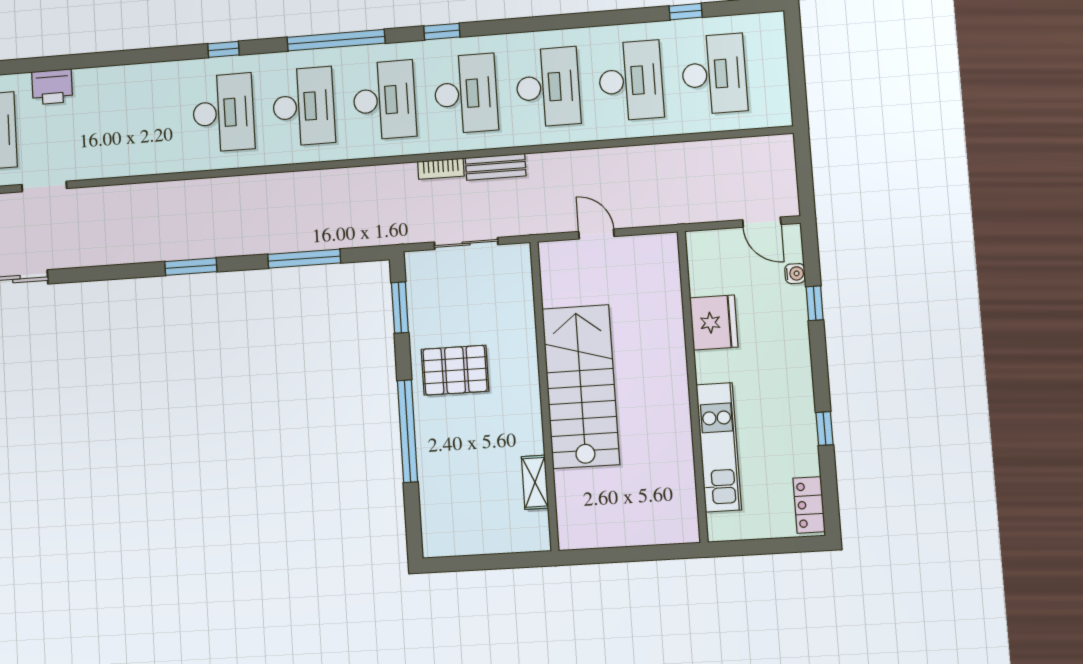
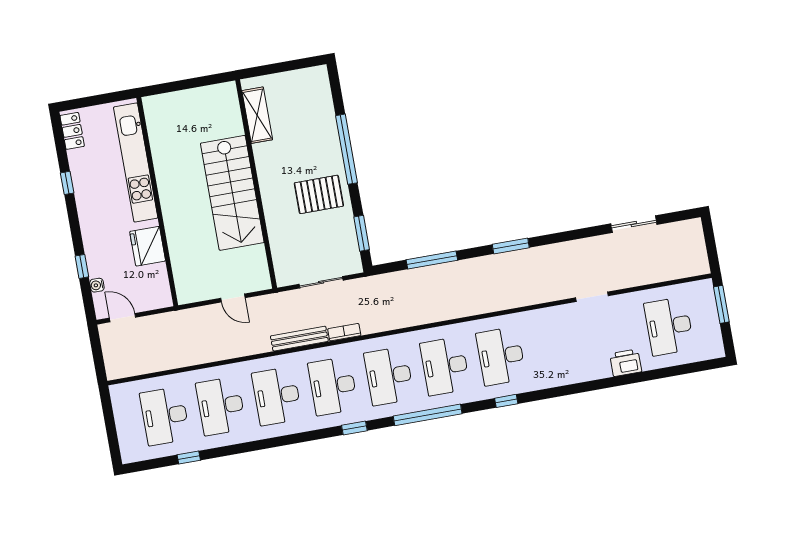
bench: (496, 167) -> (299, 339), width x1.36
doorway: (44, 186) -> (592, 297), moved
kitchen unit: (719, 447) -> (136, 162), width x1.36
shelving: (535, 482) -> (257, 115), width x1.50, depth x1.33

